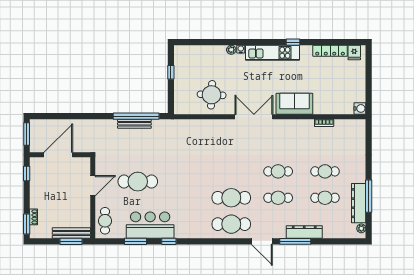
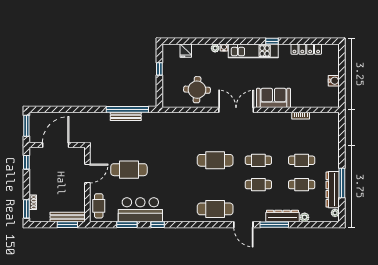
fridge: (354, 52) -> (186, 51), moved
water cooler: (360, 108) -> (334, 81), moved
cafe table: (231, 198) -> (215, 160), moved
plant: (328, 233) -> (305, 217), added

